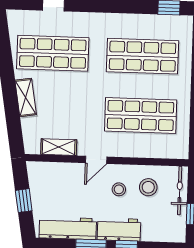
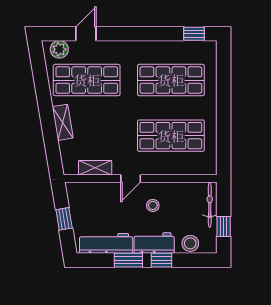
plant: (25, 20) -> (59, 49), added
stool: (148, 187) -> (190, 243), moved

